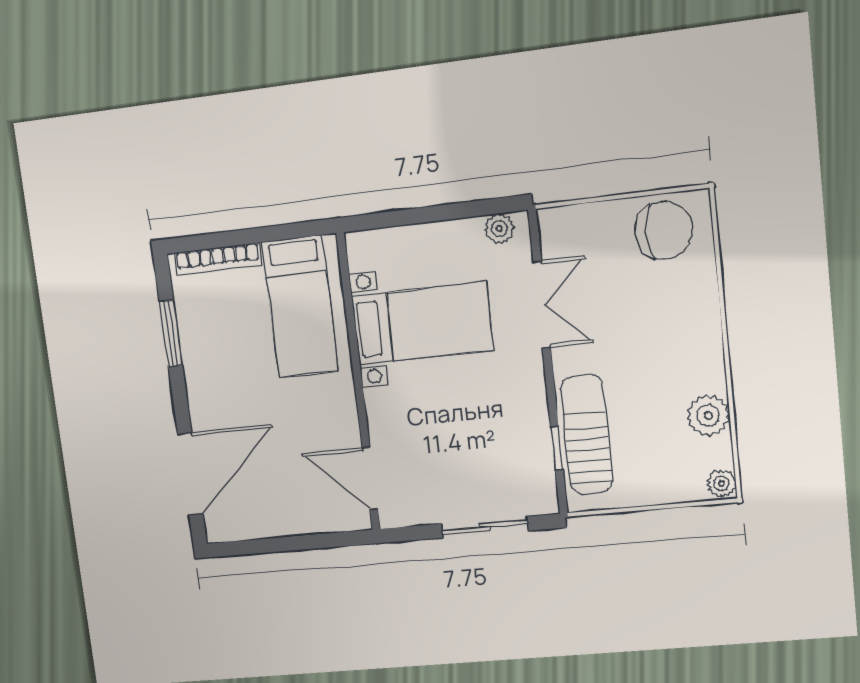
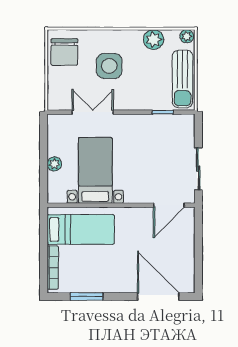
plant: (499, 228) -> (54, 164), moved
chair: (664, 230) -> (64, 52), turned 180
side table: (643, 329) -> (109, 66), added
sun lounger: (587, 434) -> (182, 79), moved, turned -90
sliding door: (485, 527) -> (198, 169), moved

